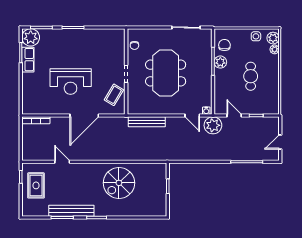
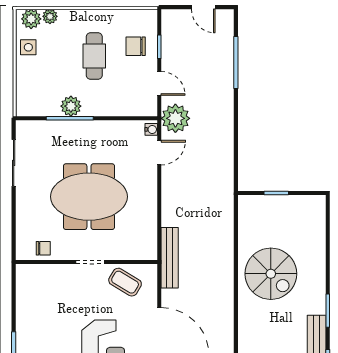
chair: (224, 45) -> (136, 46), moved
cafe table: (251, 76) -> (94, 56), turned 90
door: (234, 115) -> (159, 83), swing flipped
bench: (147, 122) -> (170, 258), moved

